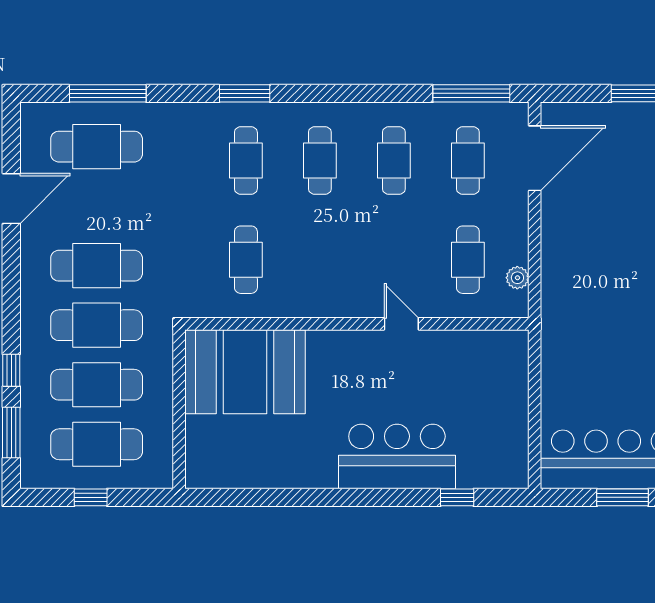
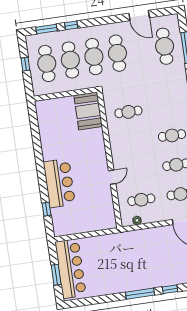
cafe table: (246, 160) -> (168, 106), removed
booth: (245, 372) -> (88, 111), width x0.73, depth x0.70

